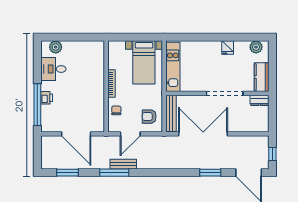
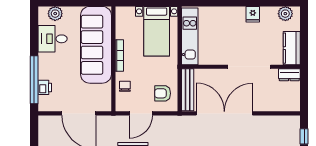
sofa: (91, 74) -> (96, 45), added
printer: (47, 98) -> (45, 87), moved

